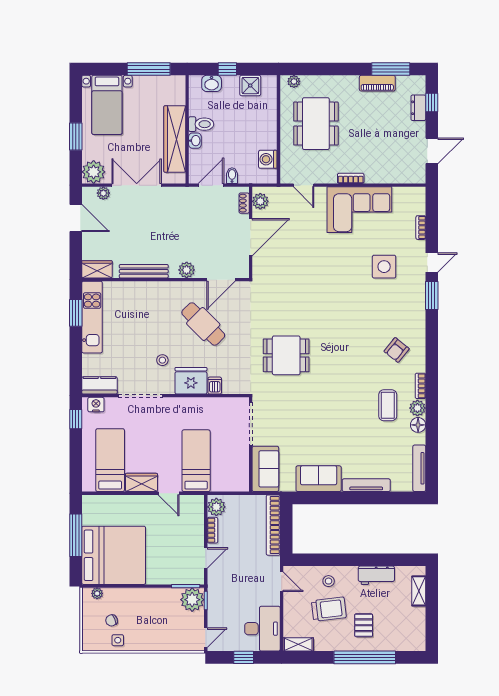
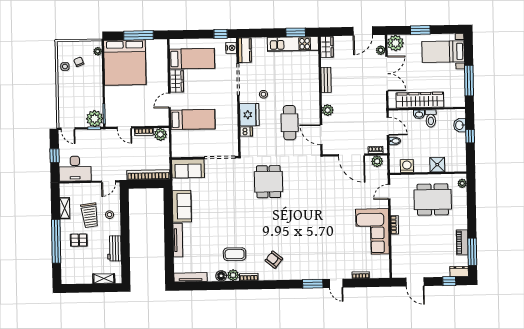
shower: (250, 86) -> (437, 165), moved
dresser: (418, 108) -> (459, 271), moved
side table: (384, 267) -> (333, 250), removed
bench: (144, 271) -> (326, 80), width x0.73
cafe table: (203, 324) -> (290, 123), turned -45
shelving: (298, 644) -> (65, 208), moved

